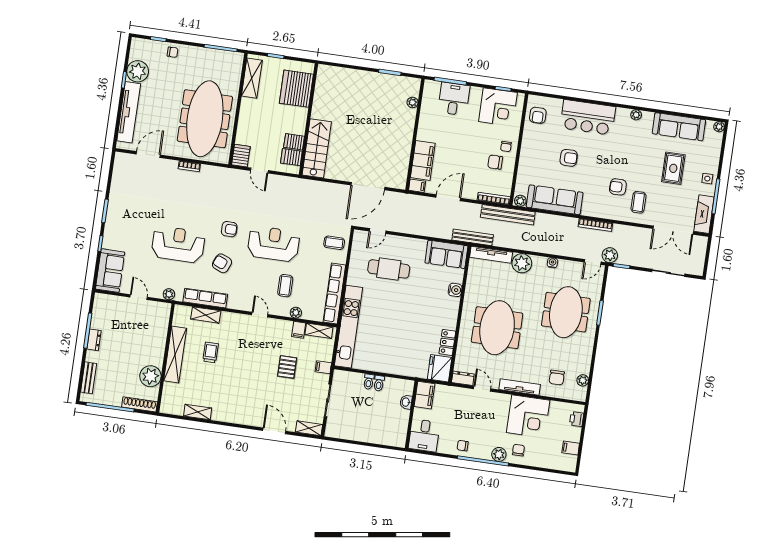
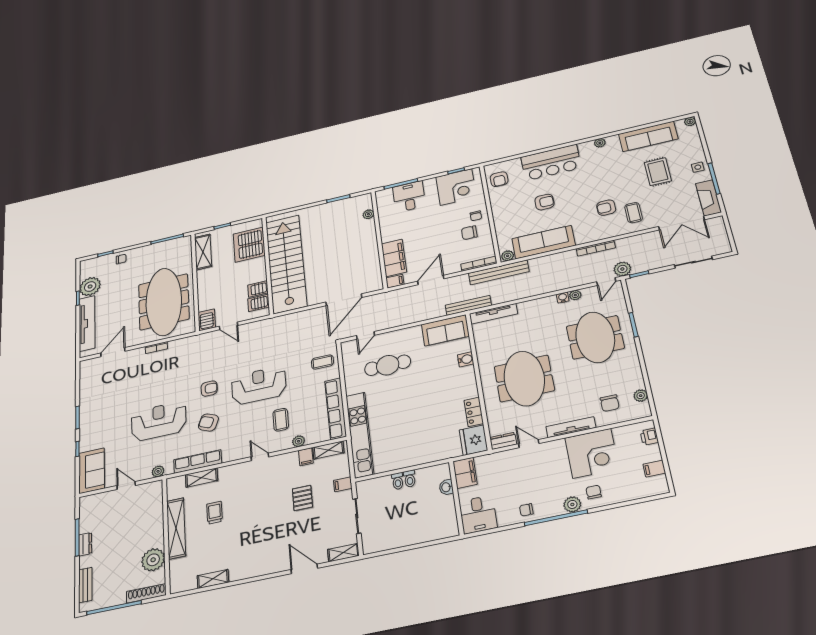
stairs: (317, 148) -> (286, 264), width x1.86, depth x1.51
plant: (522, 263) -> (575, 295), moved, width x0.53, depth x0.53

